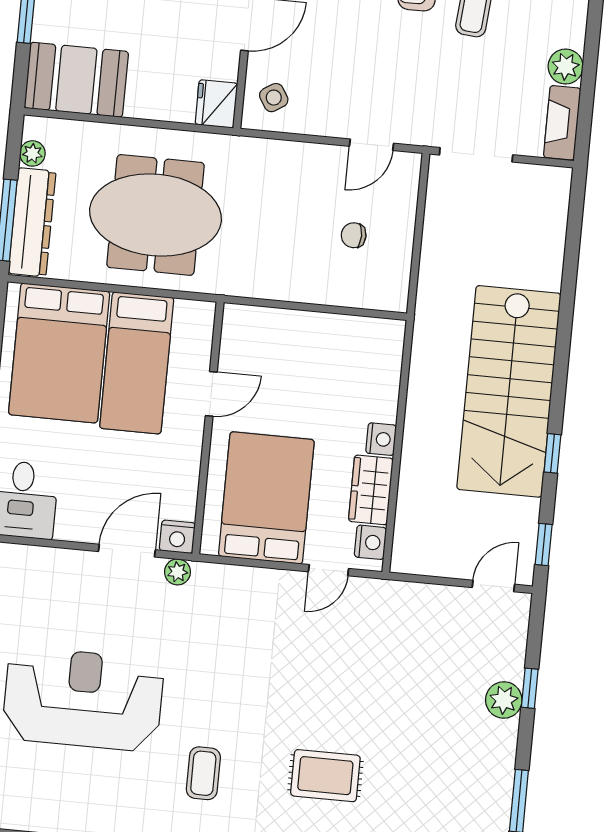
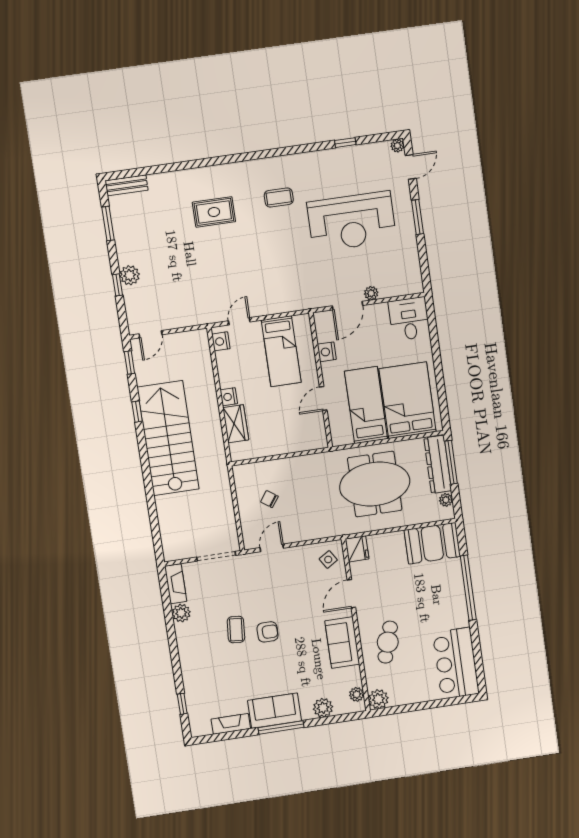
chair: (354, 235) -> (269, 499), turned -144
wardrobe: (371, 490) -> (236, 424), moved
bed: (266, 498) -> (281, 351), width x0.67
nightstand: (177, 537) -> (327, 352), moved, turned -90
plant: (177, 572) -> (371, 293), moved
coffee table: (203, 773) -> (279, 197), turned 90

